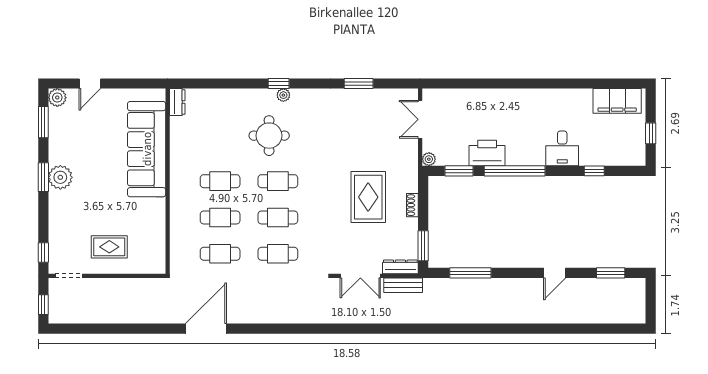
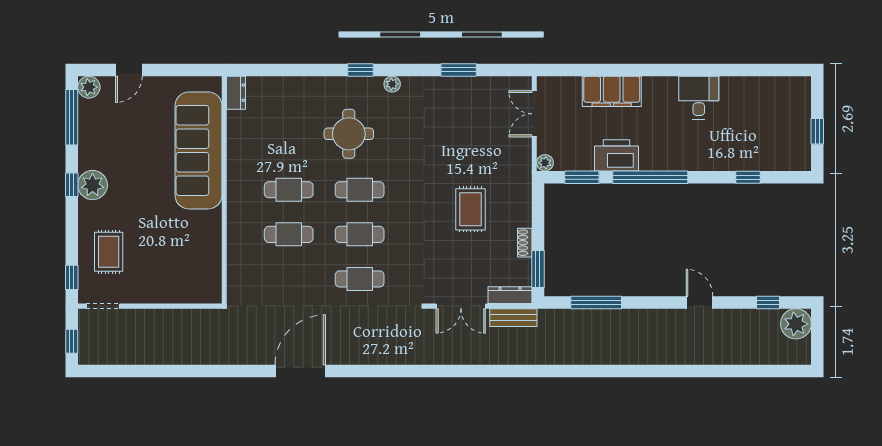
plant: (283, 95) -> (392, 84), moved
filing cabinet: (617, 101) -> (612, 91), moved
window: (43, 122) -> (72, 117), width x1.44
desk: (562, 148) -> (699, 98), moved, turned 180
window: (43, 177) -> (72, 185), width x0.67
rug: (368, 197) -> (471, 209), width x0.73, depth x0.70
shoe rack: (412, 205) -> (525, 243), moved
rug: (109, 247) -> (109, 252), moved, turned 90
cafe table: (220, 254) -> (289, 279), removed
door: (555, 273) -> (699, 302), swing flipped
window: (611, 273) -> (768, 302), width x0.67
plant: (633, 290) -> (796, 324), added
door: (206, 329) -> (300, 371), moved

